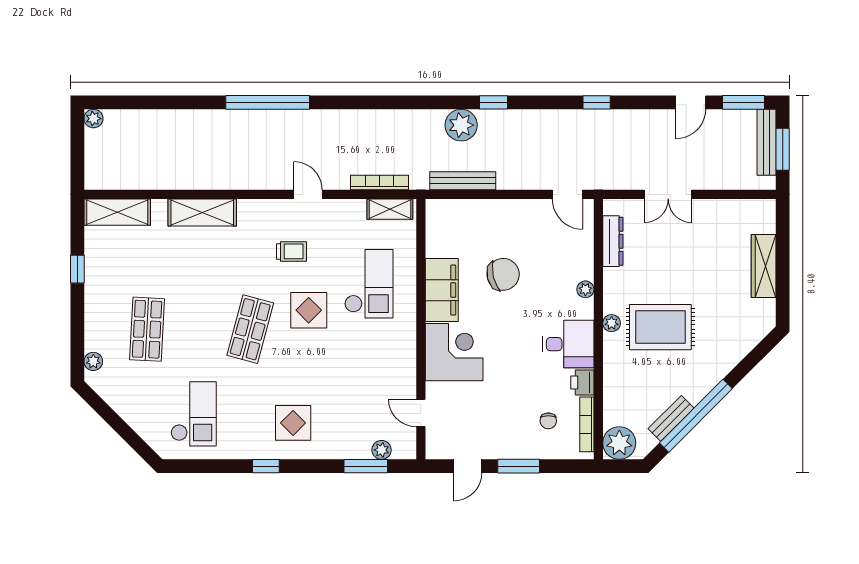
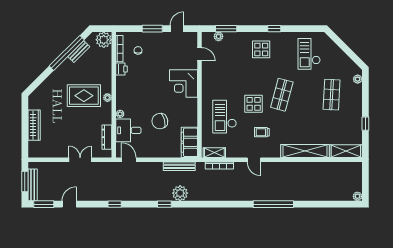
shelving: (202, 213) -> (305, 151), width x1.47
filing cabinet: (442, 290) -> (189, 142), moved
desk: (568, 344) -> (128, 130), moved

